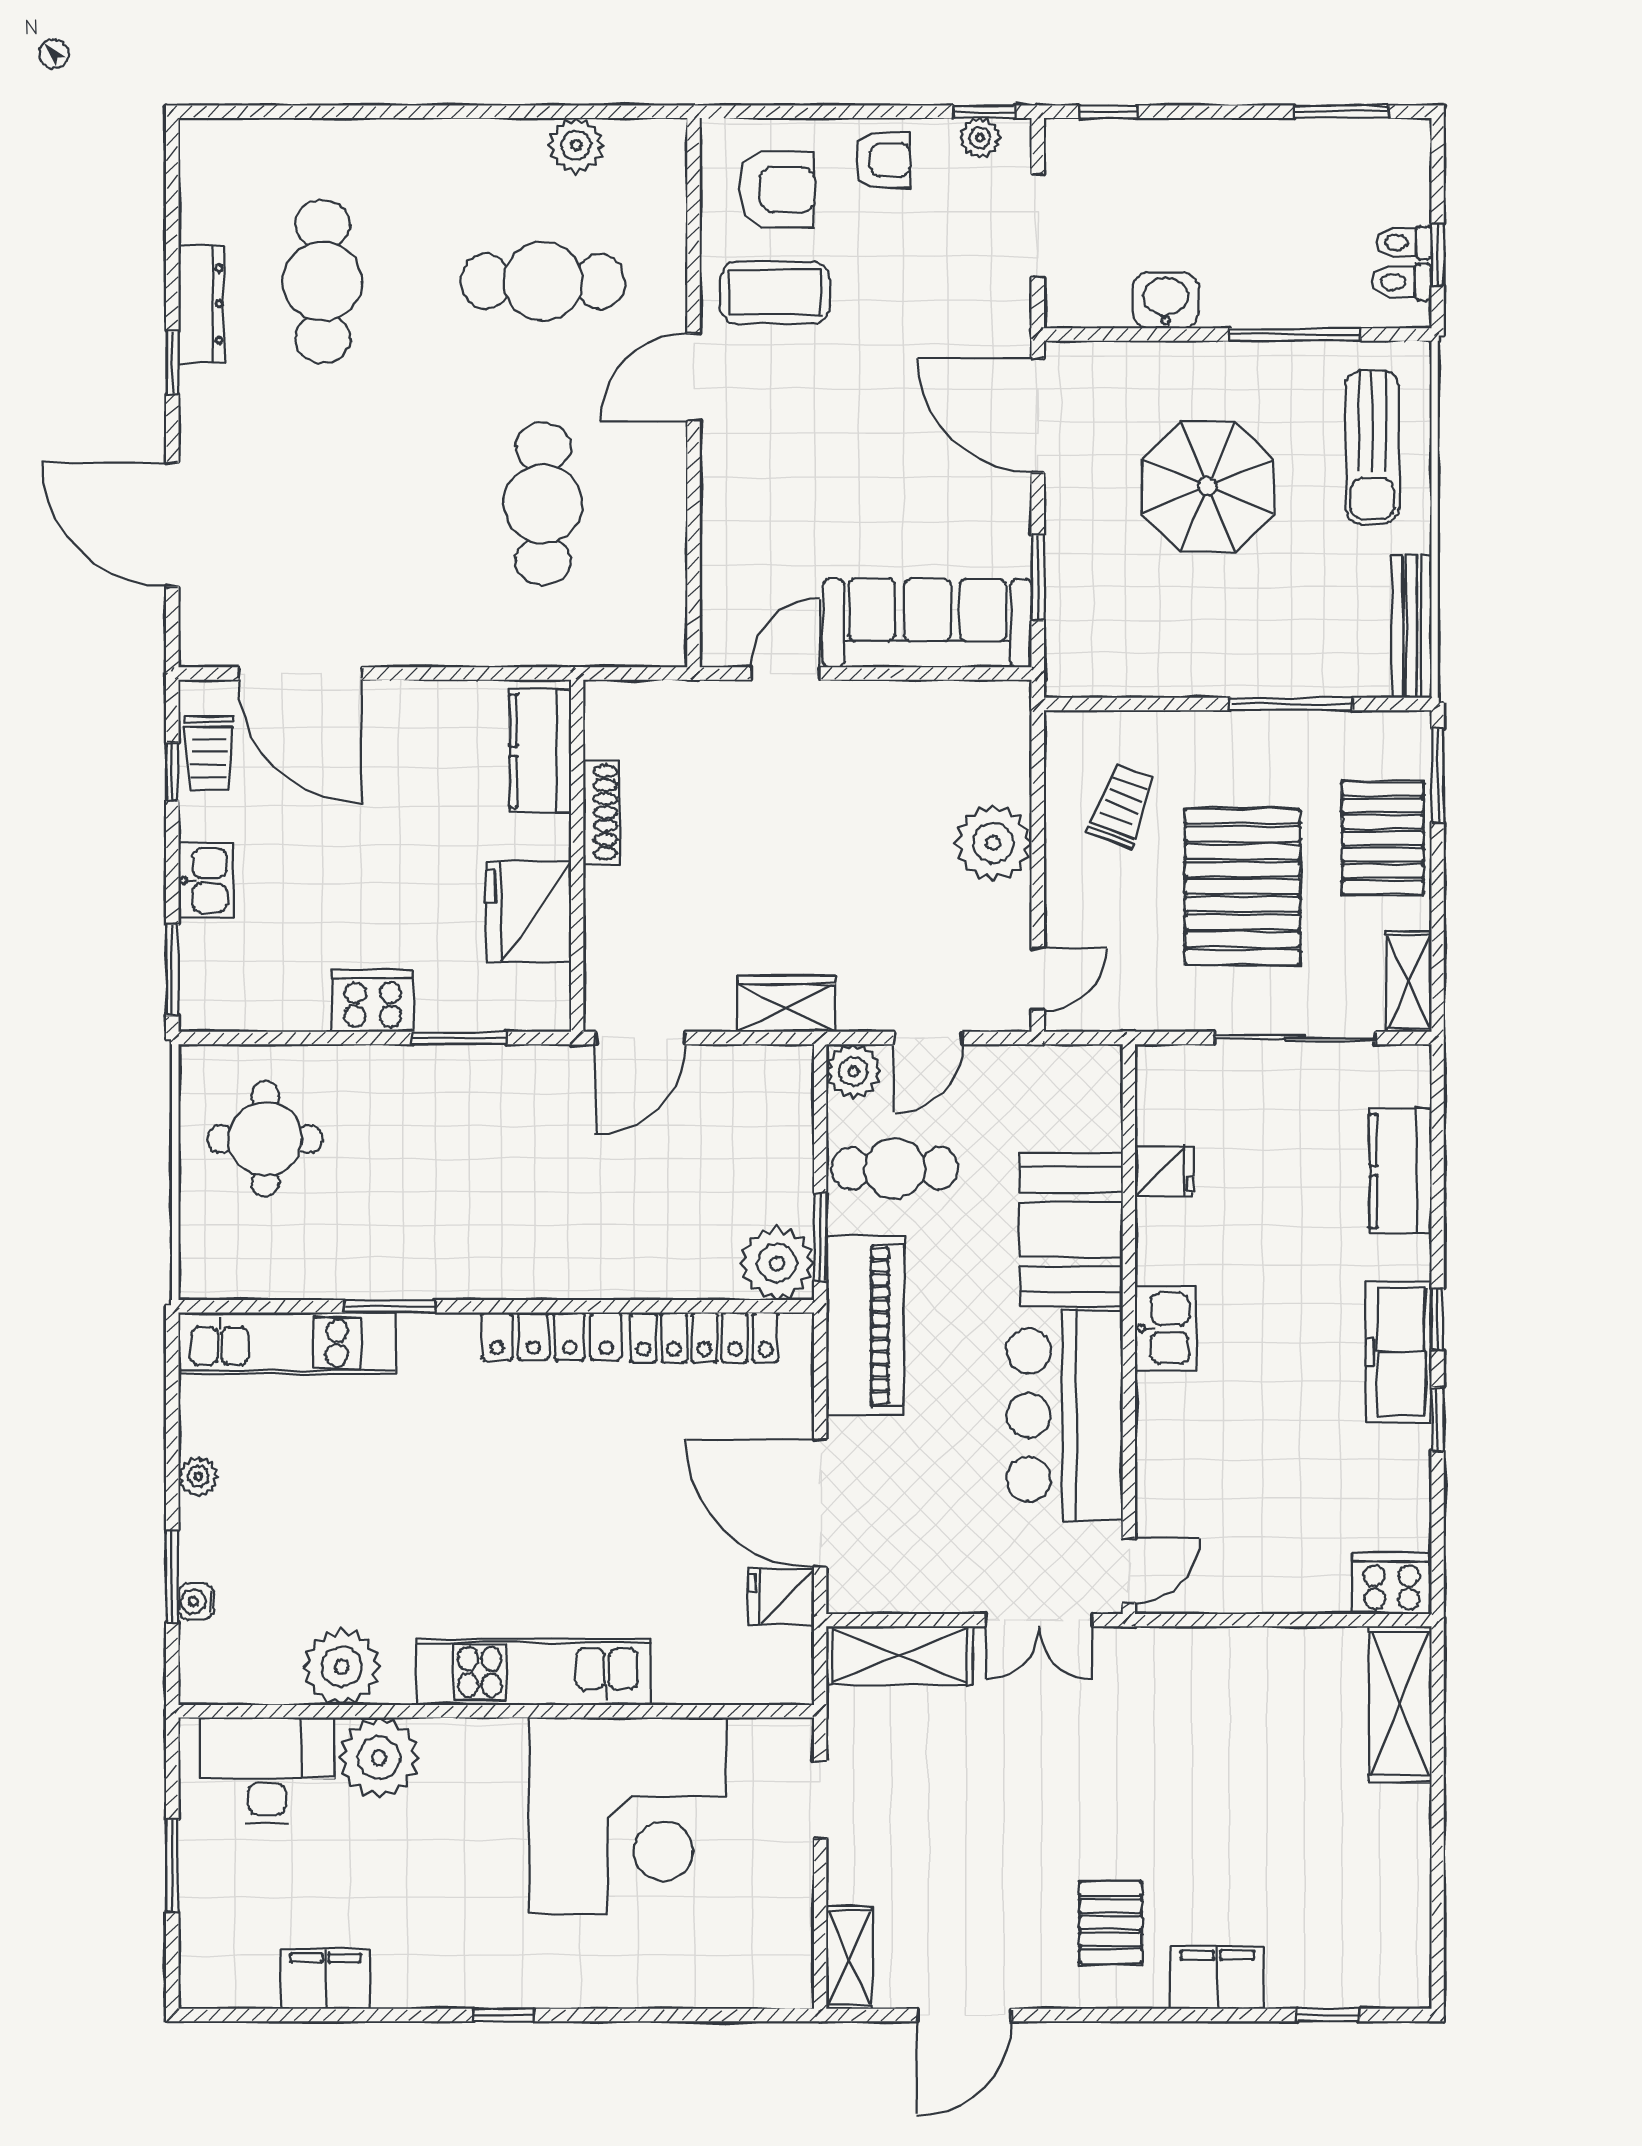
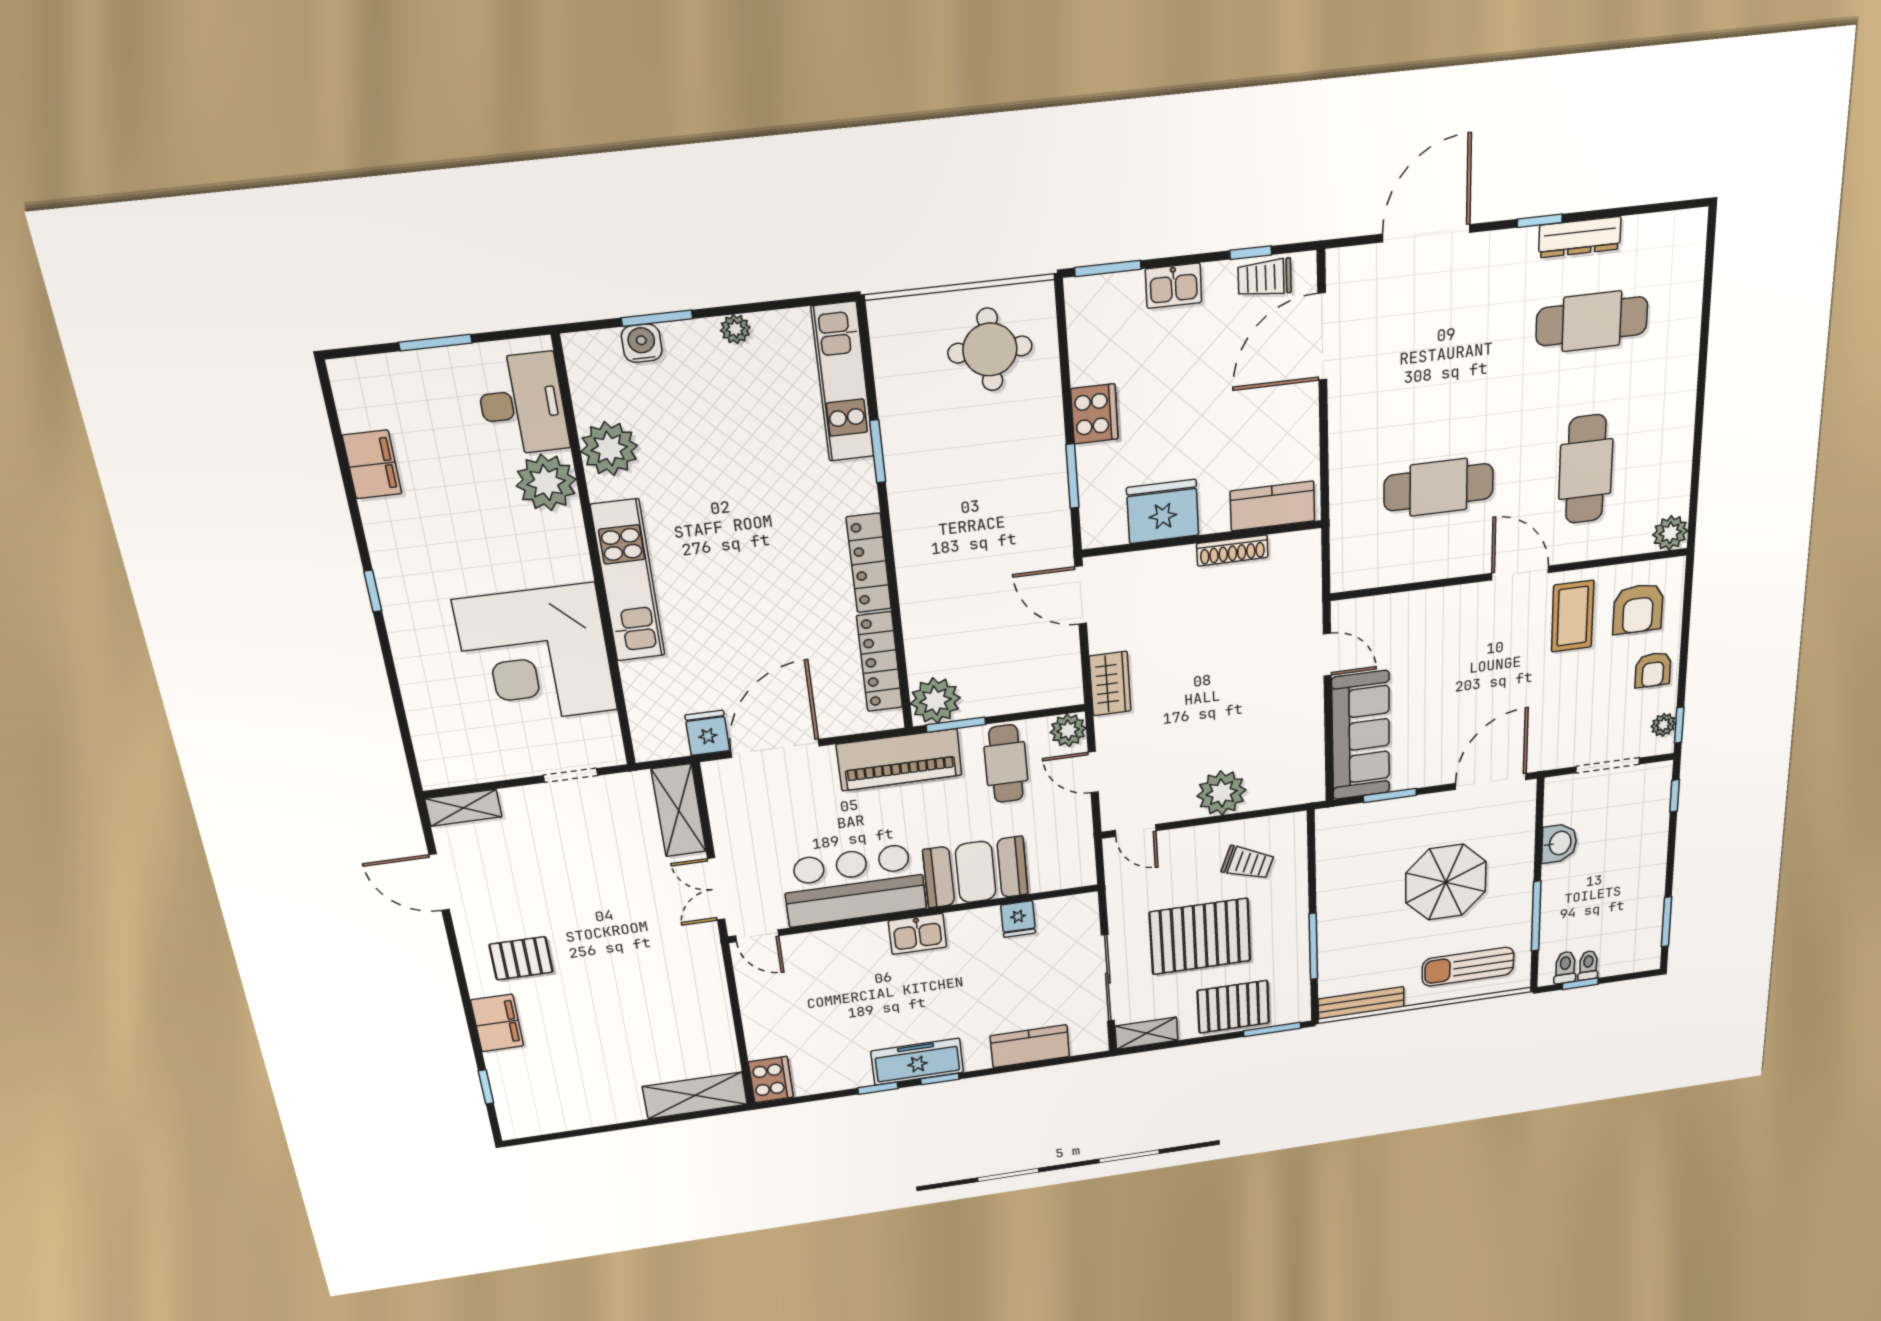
plant: (576, 145) -> (1670, 533), moved
water cooler: (196, 1602) -> (642, 343), width x1.38, depth x1.38

